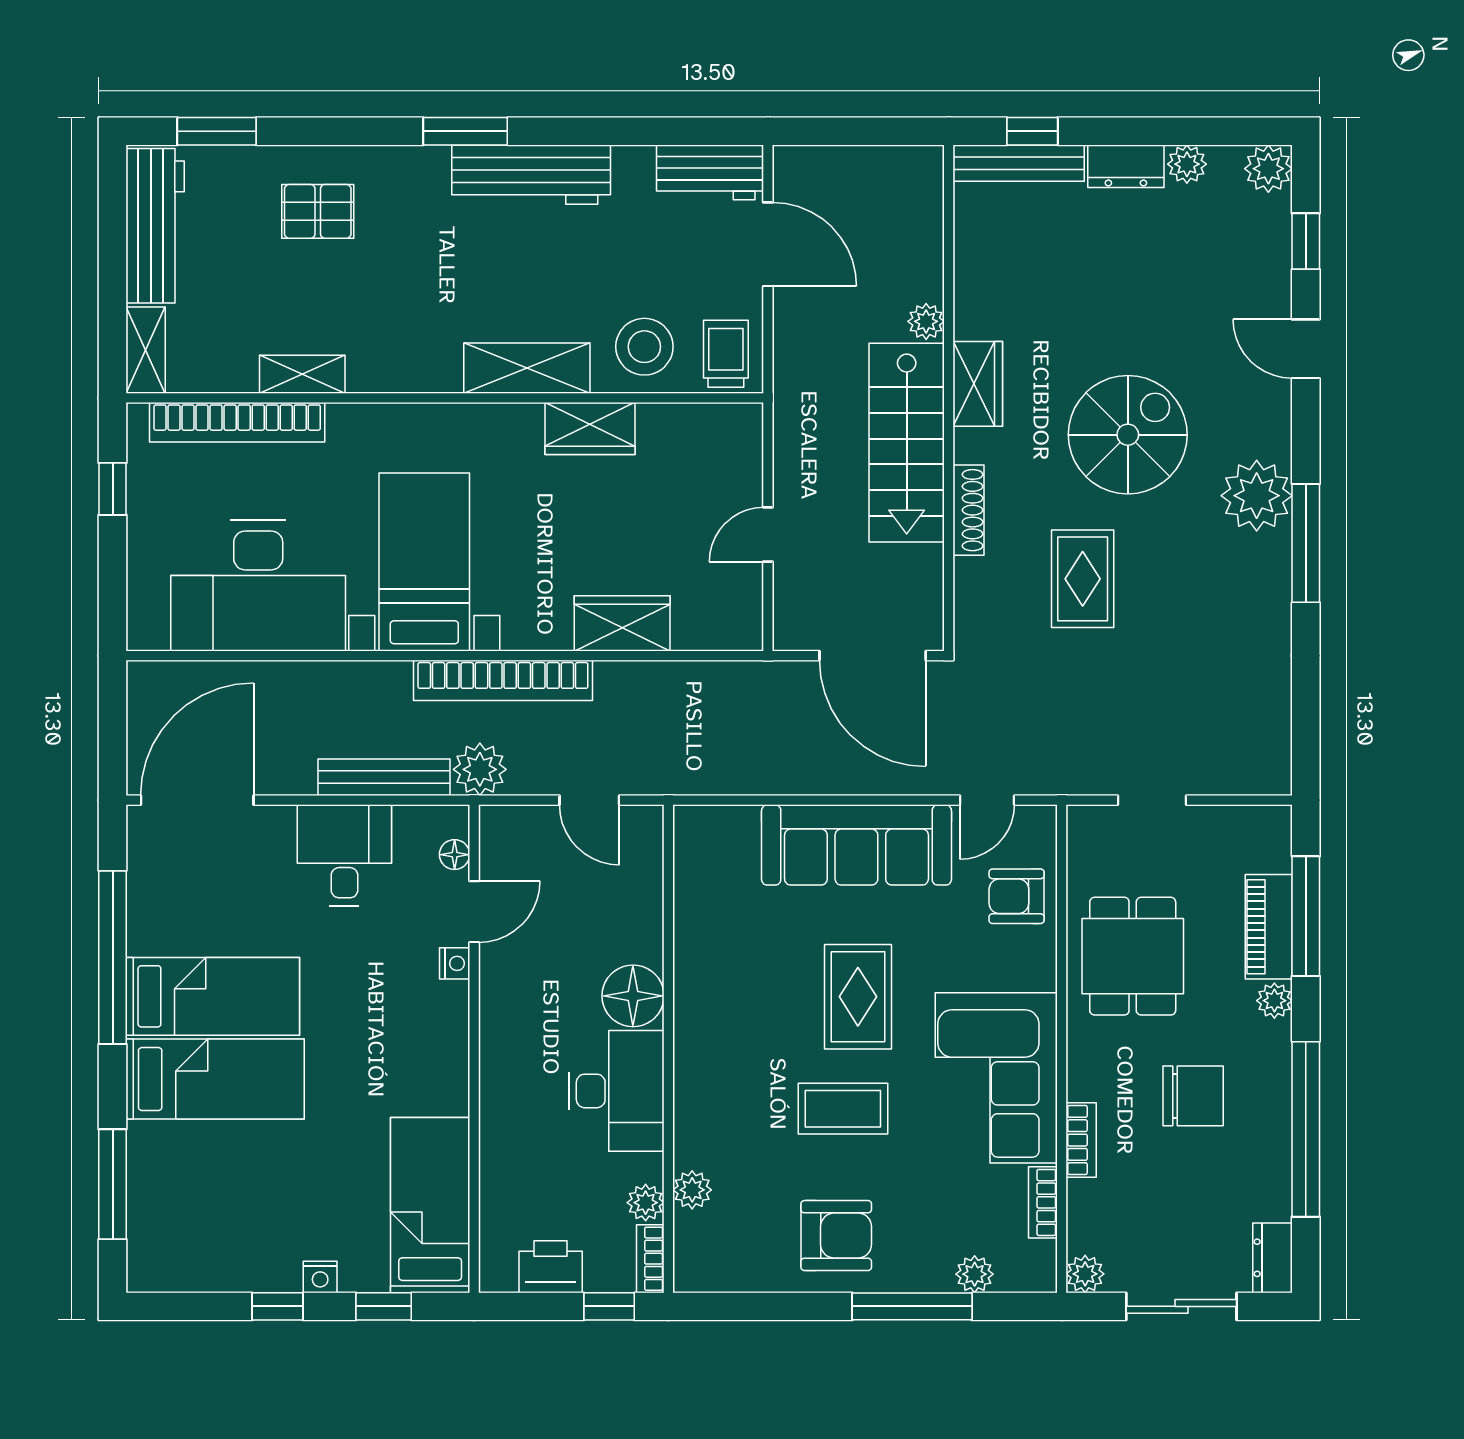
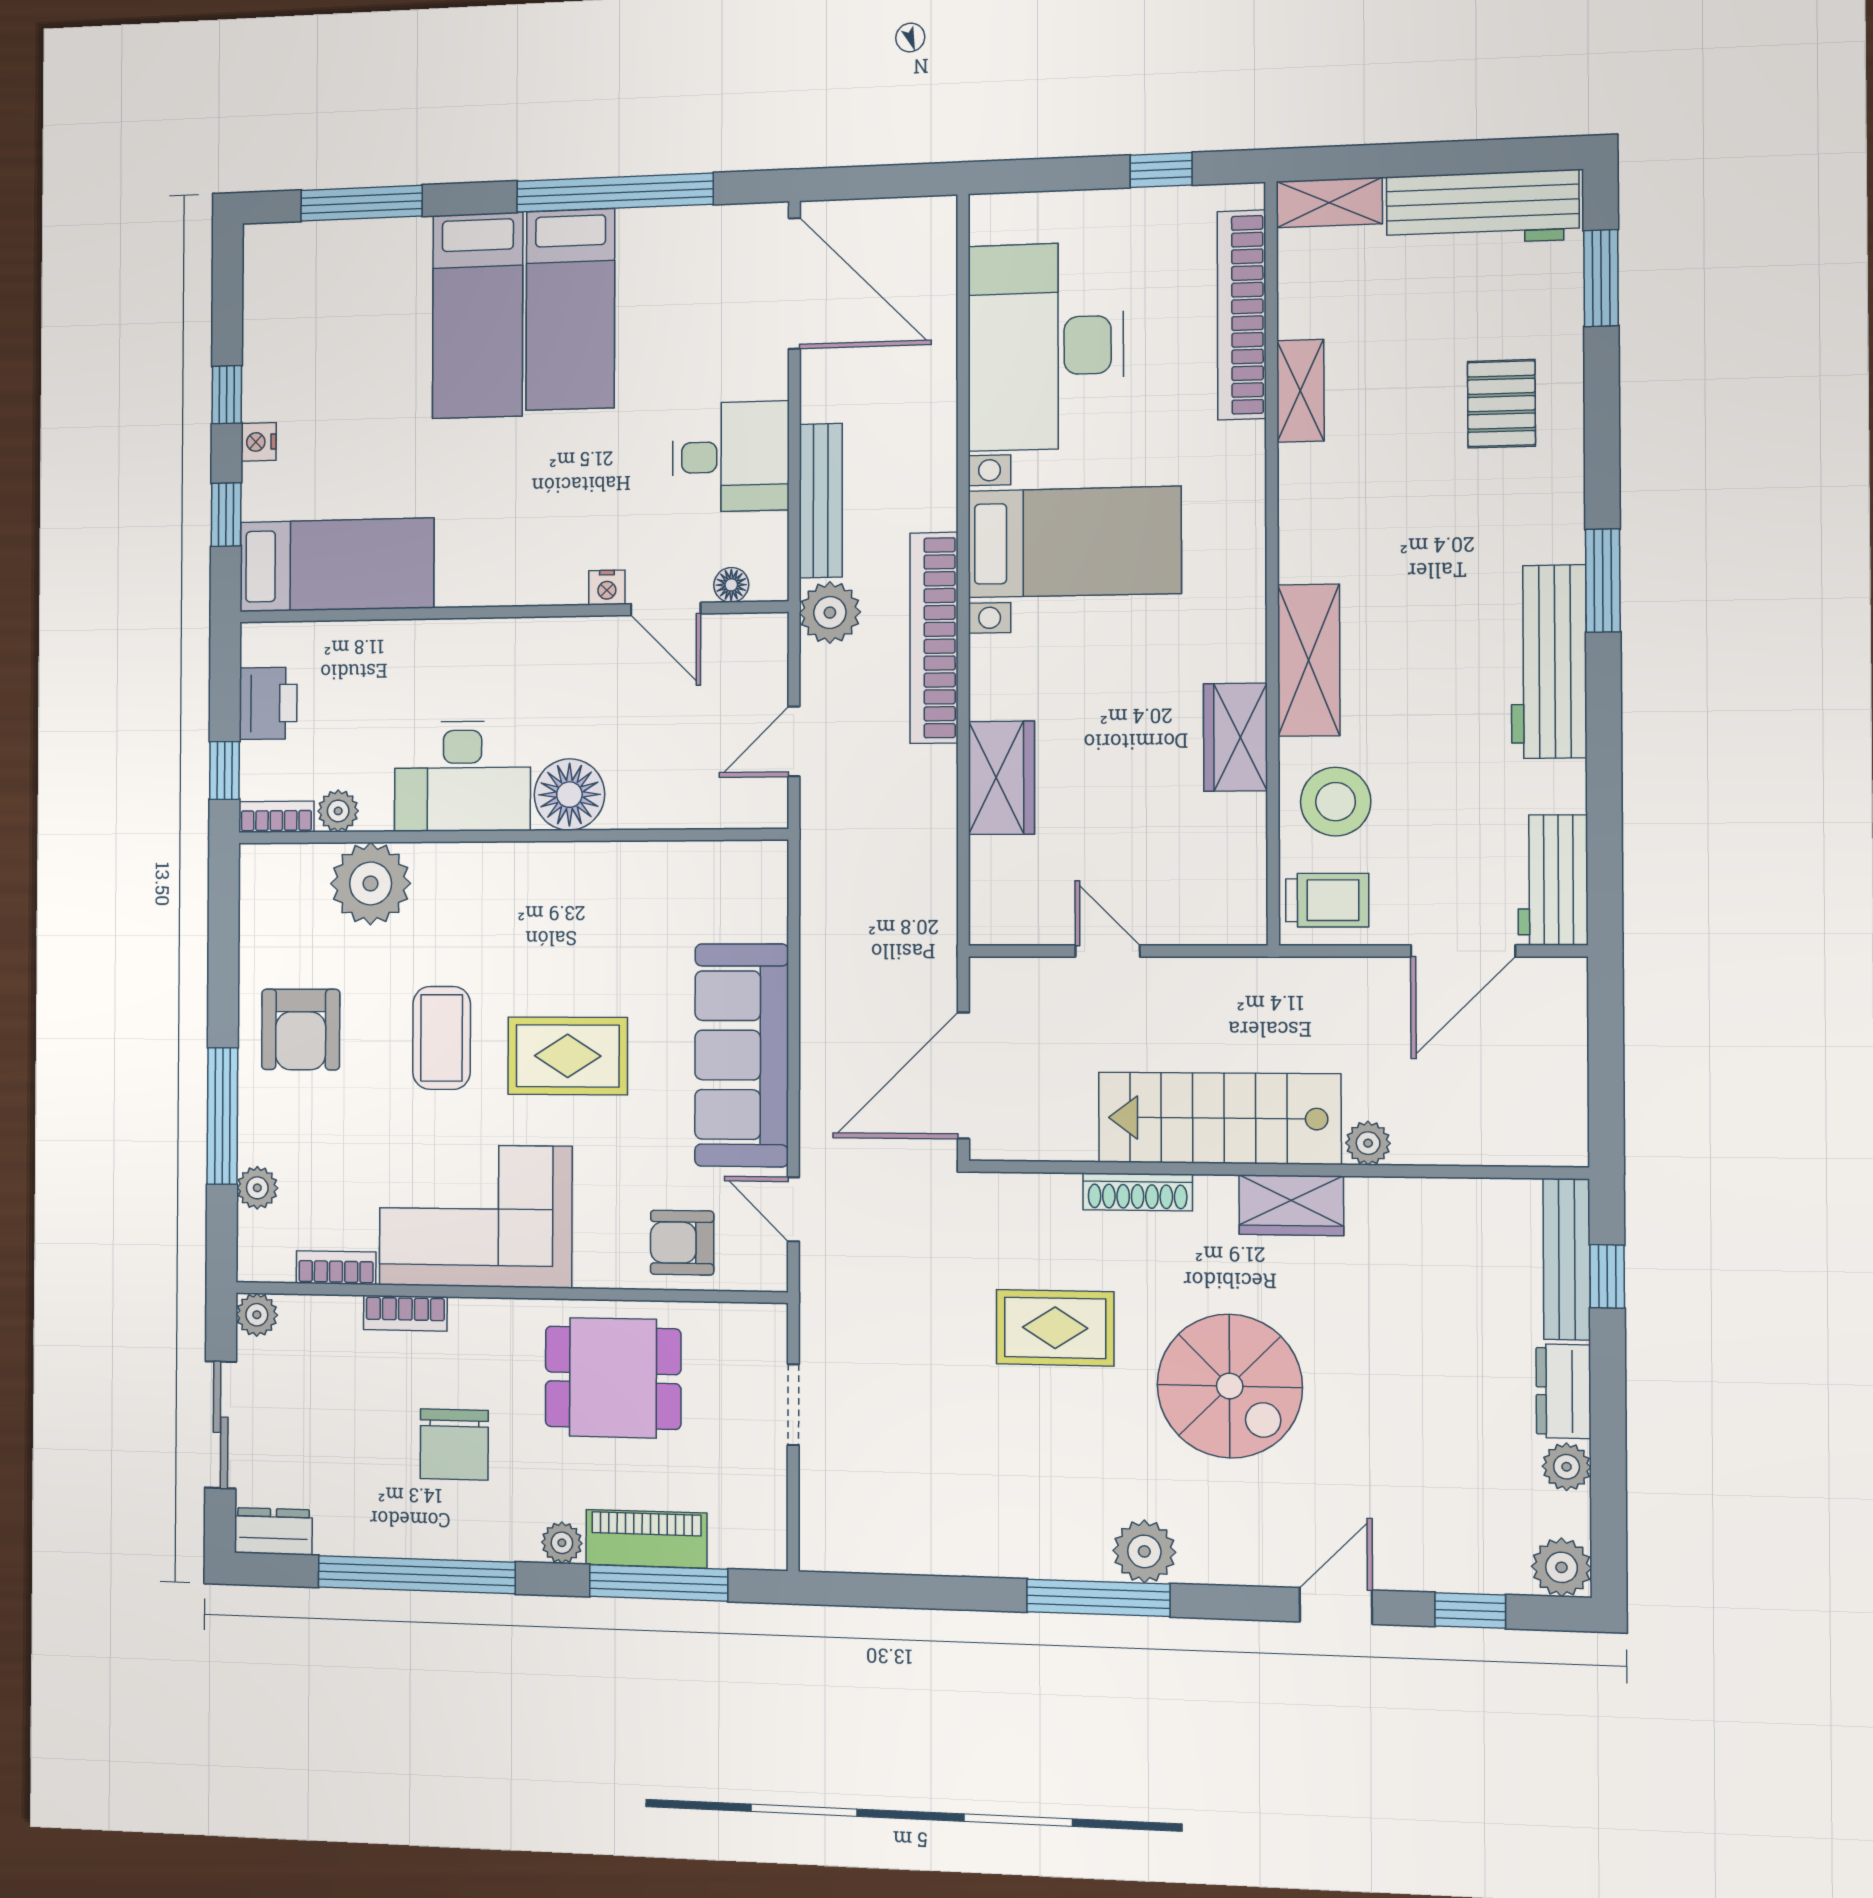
plant: (1257, 496) -> (1144, 1551), width x0.73, depth x0.73
armchair: (1017, 896) -> (682, 1243), turned -90
plant: (692, 1190) -> (371, 883), width x1.87, depth x1.87

